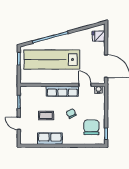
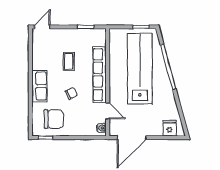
door: (85, 85) -> (108, 111), hinge flipped
row of seats: (62, 91) -> (100, 75), width x1.36
door: (19, 123) -> (42, 27), moved
row of seats: (50, 139) -> (39, 86), moved

